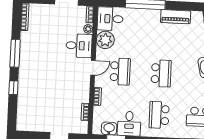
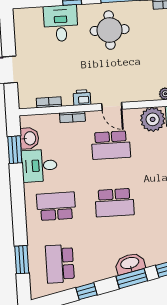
desk: (79, 46) -> (61, 23), moved, turned 180
round table: (39, 63) -> (110, 30), added
printer: (84, 88) -> (82, 97), added

